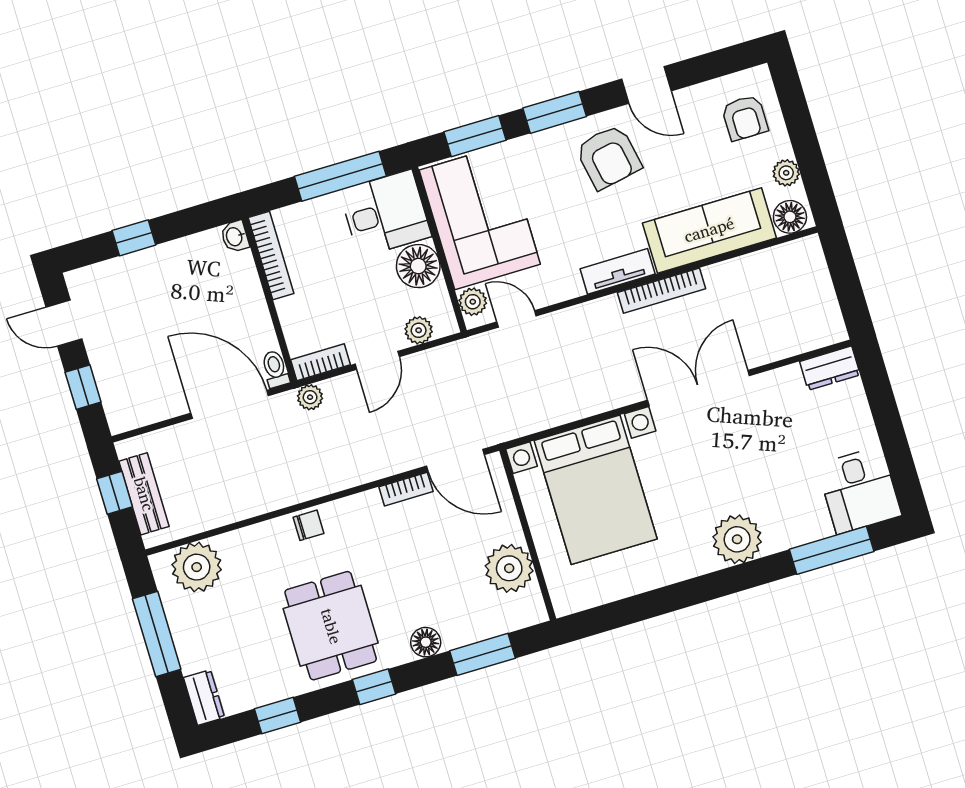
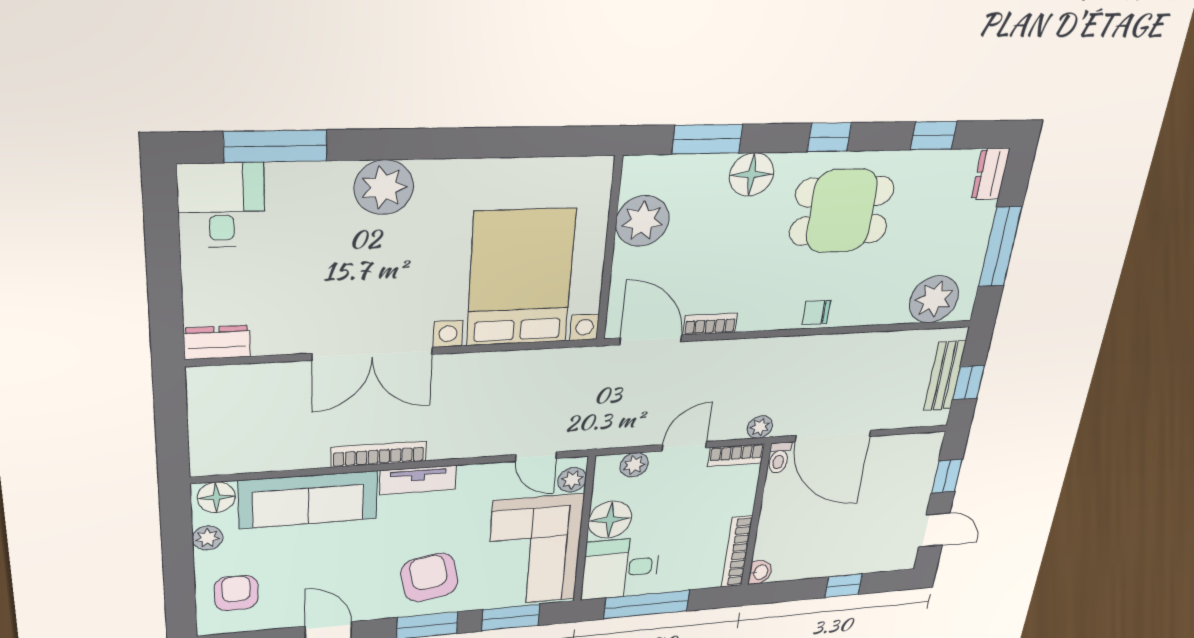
armchair: (609, 157) -> (429, 578), moved
dining table: (331, 626) -> (842, 211), turned 90
floor lamp: (426, 642) -> (752, 174), width x1.38, depth x1.38

